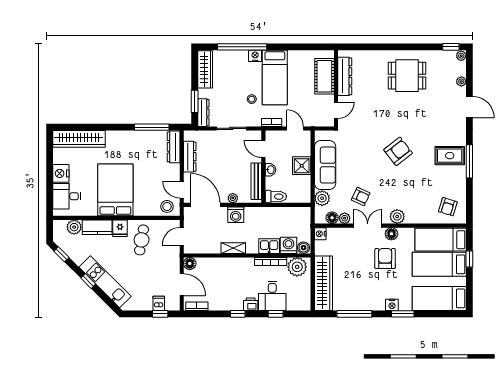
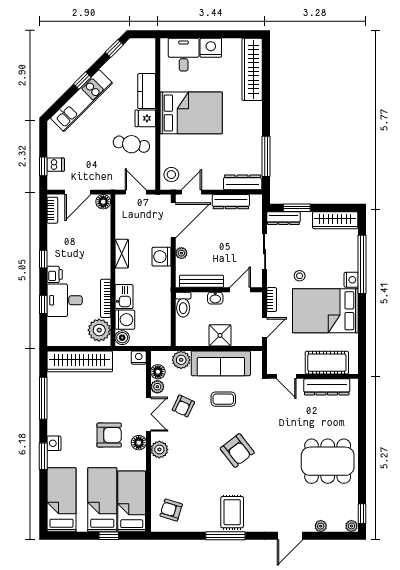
dining table: (407, 76) -> (328, 461), width x1.37
bed: (275, 77) -> (325, 311), width x1.50
coffee table: (355, 163) -> (223, 399), added
plant: (74, 227) -> (147, 64), removed

